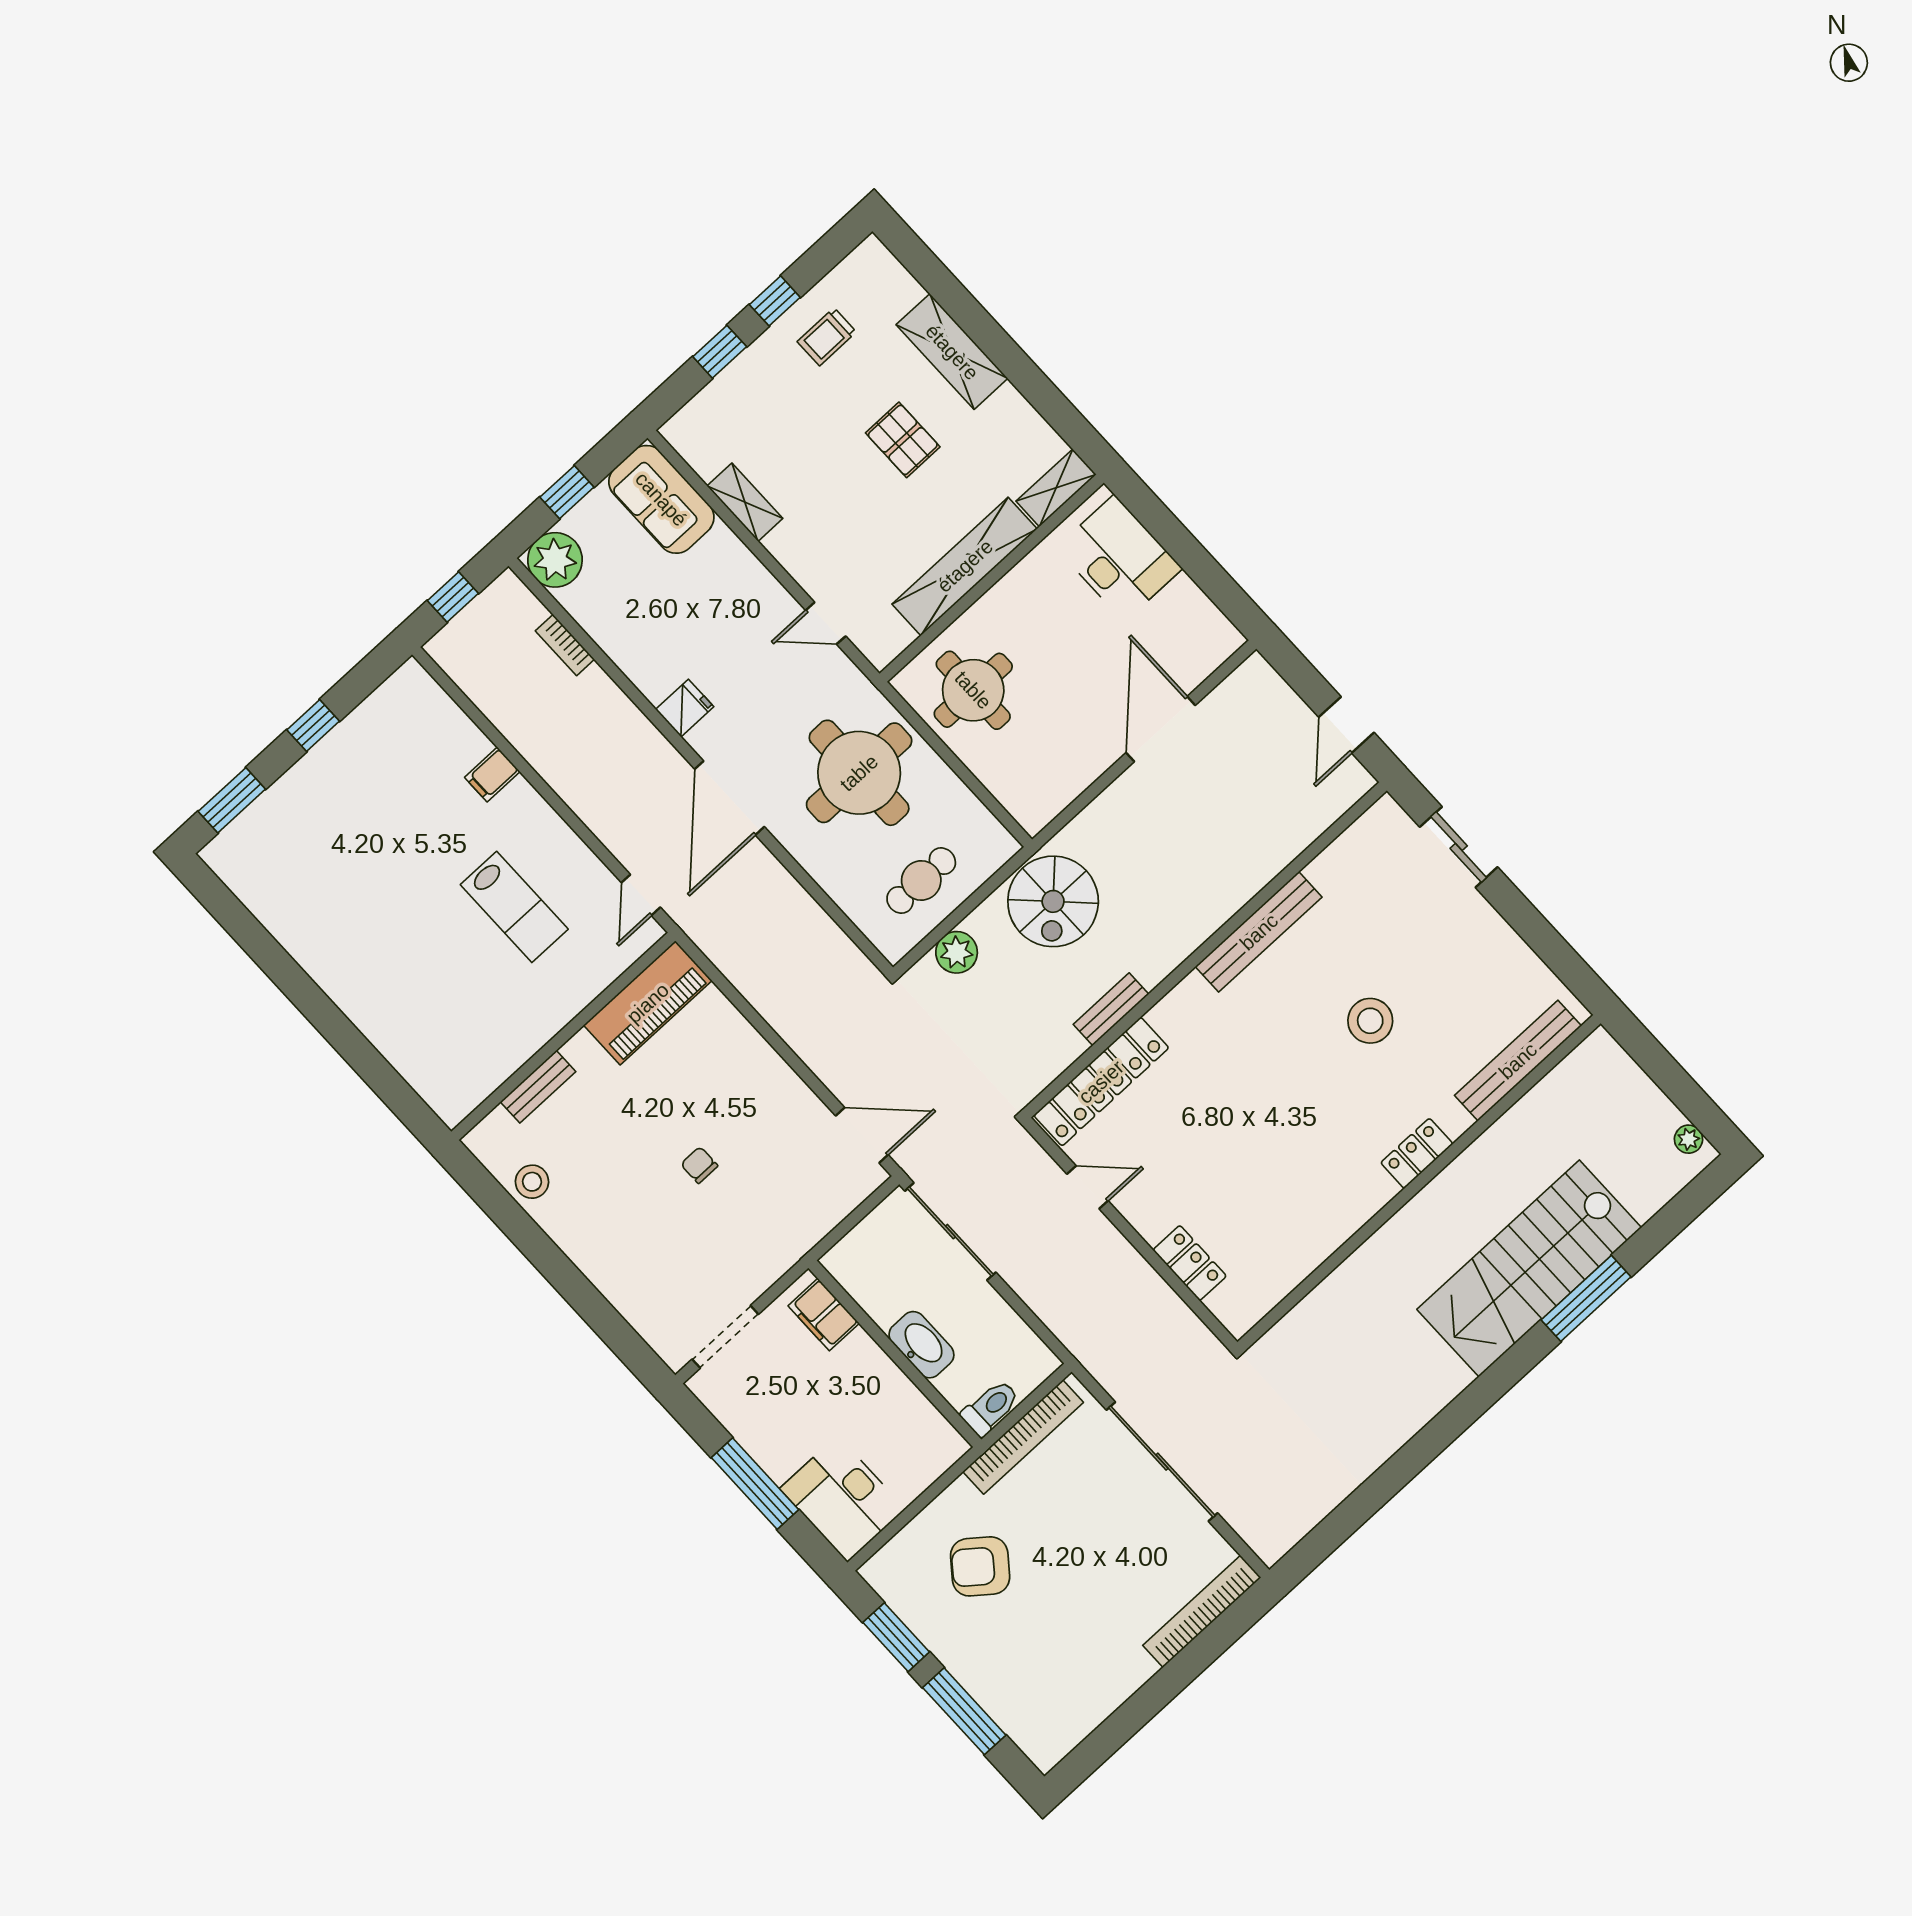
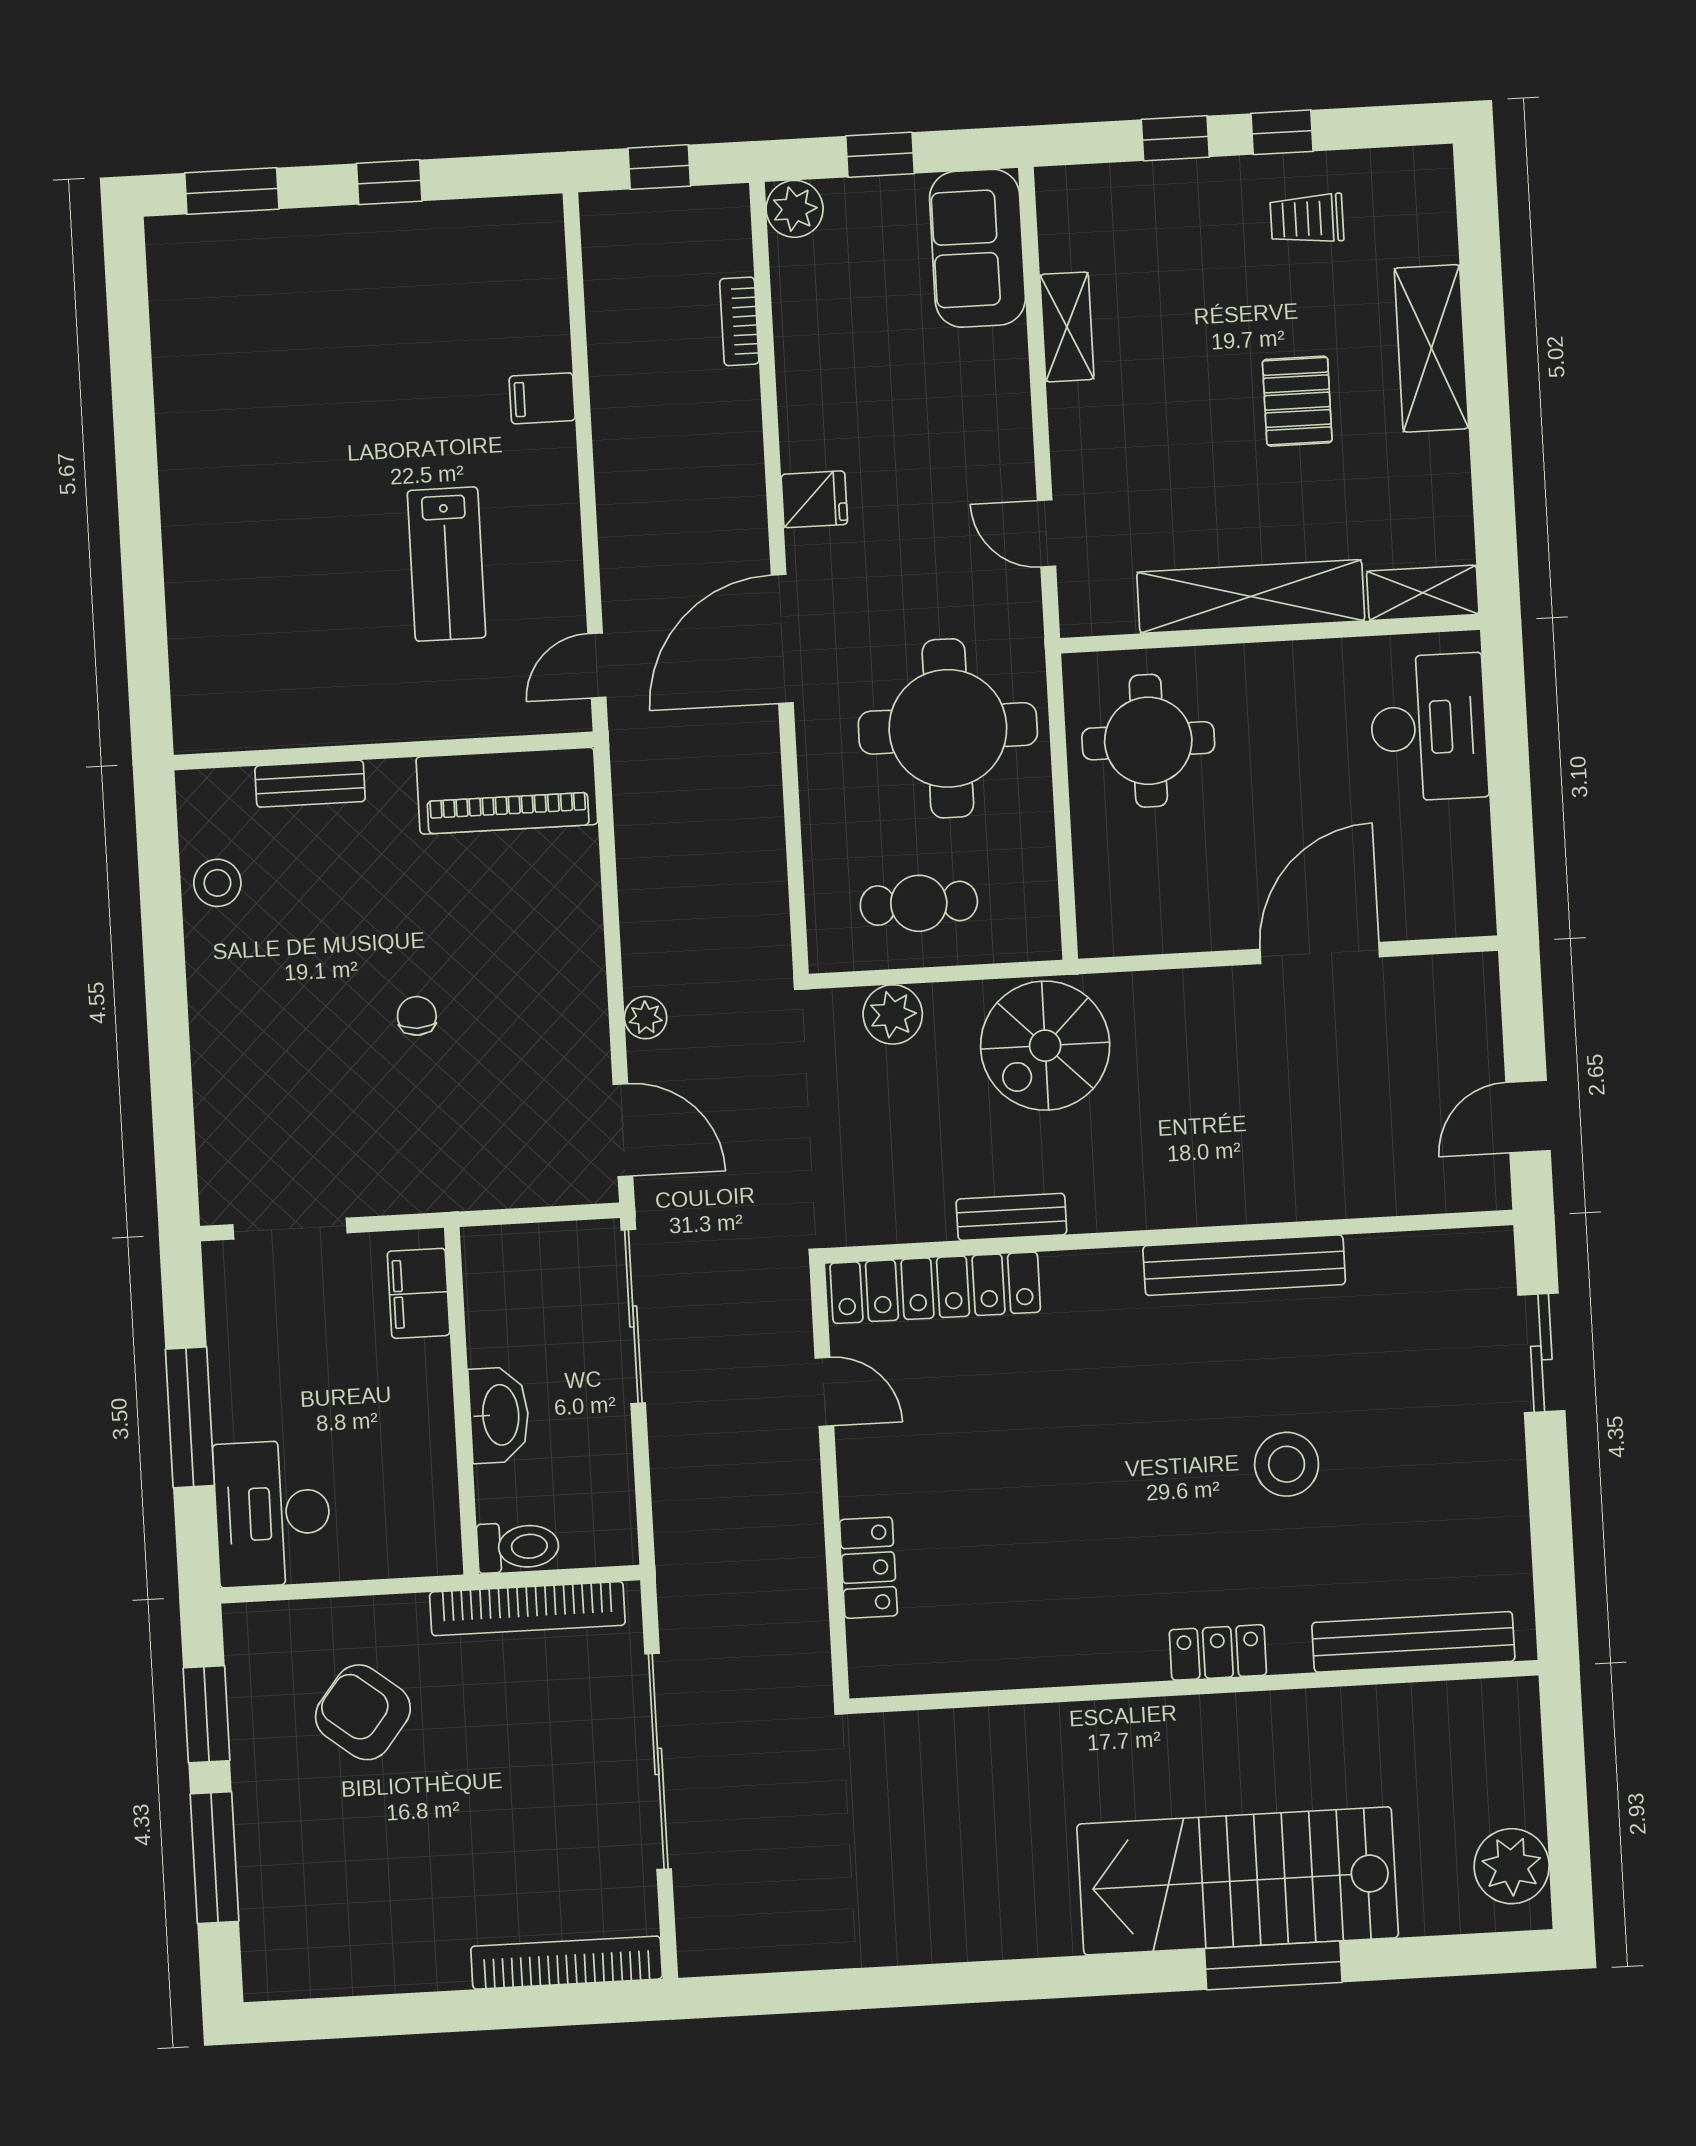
plant: (555, 560) -> (795, 209), width x0.73, depth x0.73
plant: (824, 1064) -> (646, 1018), added
plant: (1689, 1139) -> (1512, 1866), width x1.87, depth x1.87

